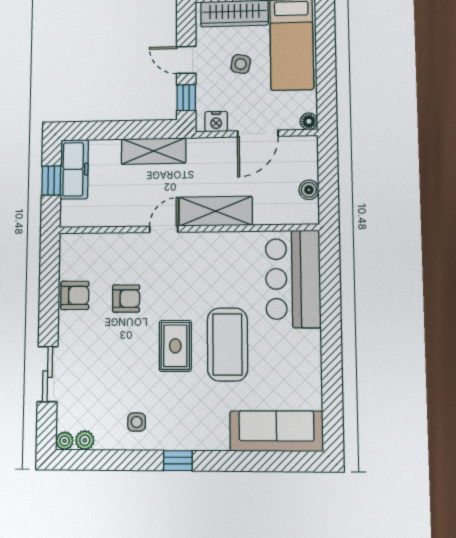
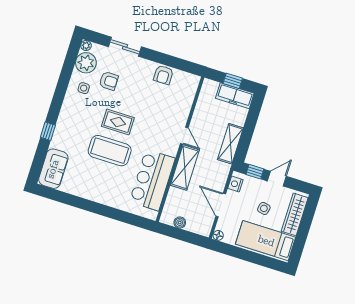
bar counter: (293, 279) -> (152, 180), moved, turned -90
armchair: (126, 299) -> (109, 81), moved, turned -90
sofa: (276, 431) -> (53, 169), width x0.73
plant: (85, 440) -> (86, 63), width x1.88, depth x1.88
window: (178, 461) -> (48, 131), moved

